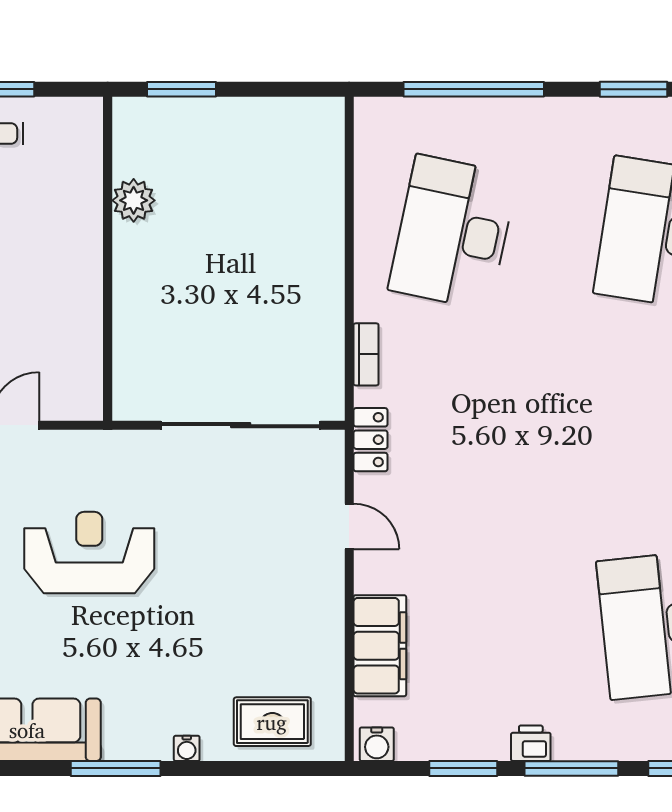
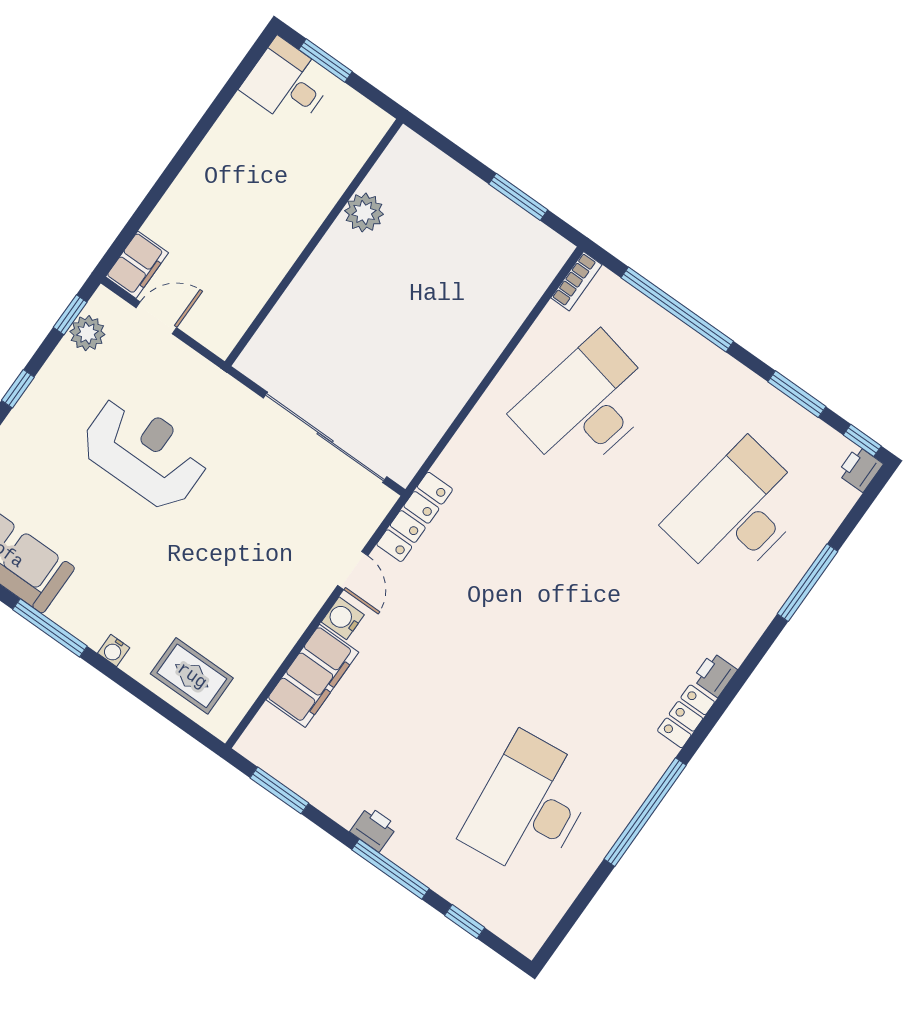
window: (182, 89) -> (518, 197), moved
bookcase: (366, 354) -> (576, 281), moved
locker: (371, 440) -> (415, 517), width x1.53
water cooler: (377, 744) -> (343, 618), moved, turned 90
window: (463, 768) -> (279, 790), moved

